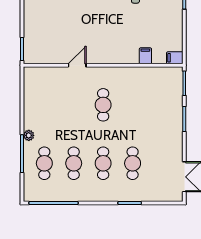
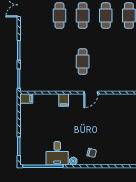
filing cabinet: (145, 56) -> (64, 100), moved
door: (77, 65) -> (91, 93), moved

